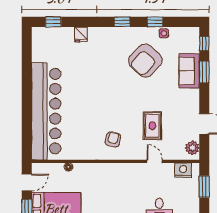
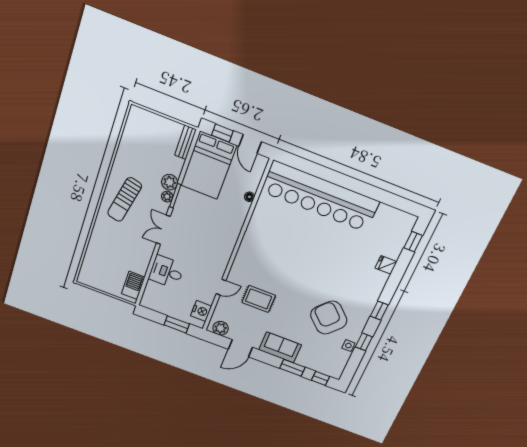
sofa: (189, 71) -> (280, 347), moved
armchair: (113, 139) -> (260, 255), removed

